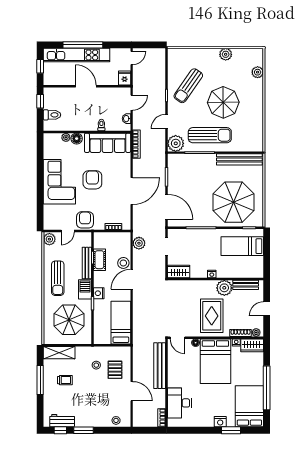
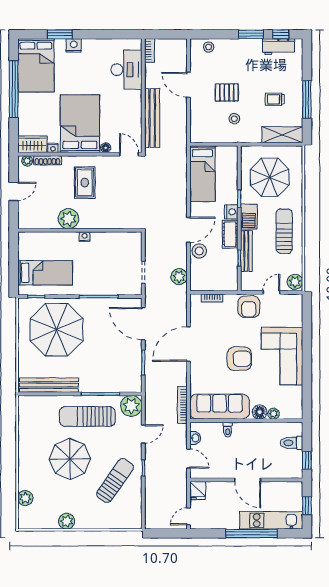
kitchen unit: (77, 55) -> (271, 520), width x0.73
door: (132, 103) -> (188, 459), swing flipped
armchair: (92, 180) -> (239, 359), turned -90
cot: (99, 260) -> (230, 234), moved
wardrobe: (179, 271) -> (128, 240), removed
bench: (246, 285) -> (41, 223), removed
rug: (212, 316) -> (85, 183), width x0.73, depth x0.70
pallet: (115, 370) -> (227, 92), moved, turned 90

